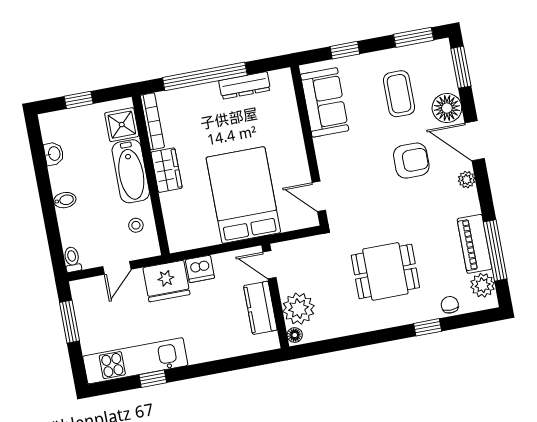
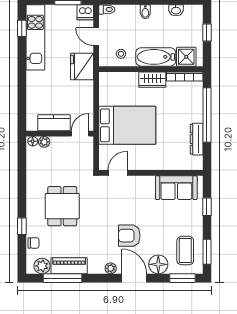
coffee table: (399, 94) -> (185, 251), moved, turned 90
door: (475, 141) -> (134, 278), hinge flipped
armchair: (411, 161) -> (129, 236), turned 90
dishwasher: (200, 269) -> (85, 12), moved, turned -90
plant: (298, 309) -> (44, 142), width x0.53, depth x0.53
window: (153, 379) -> (22, 28), moved

